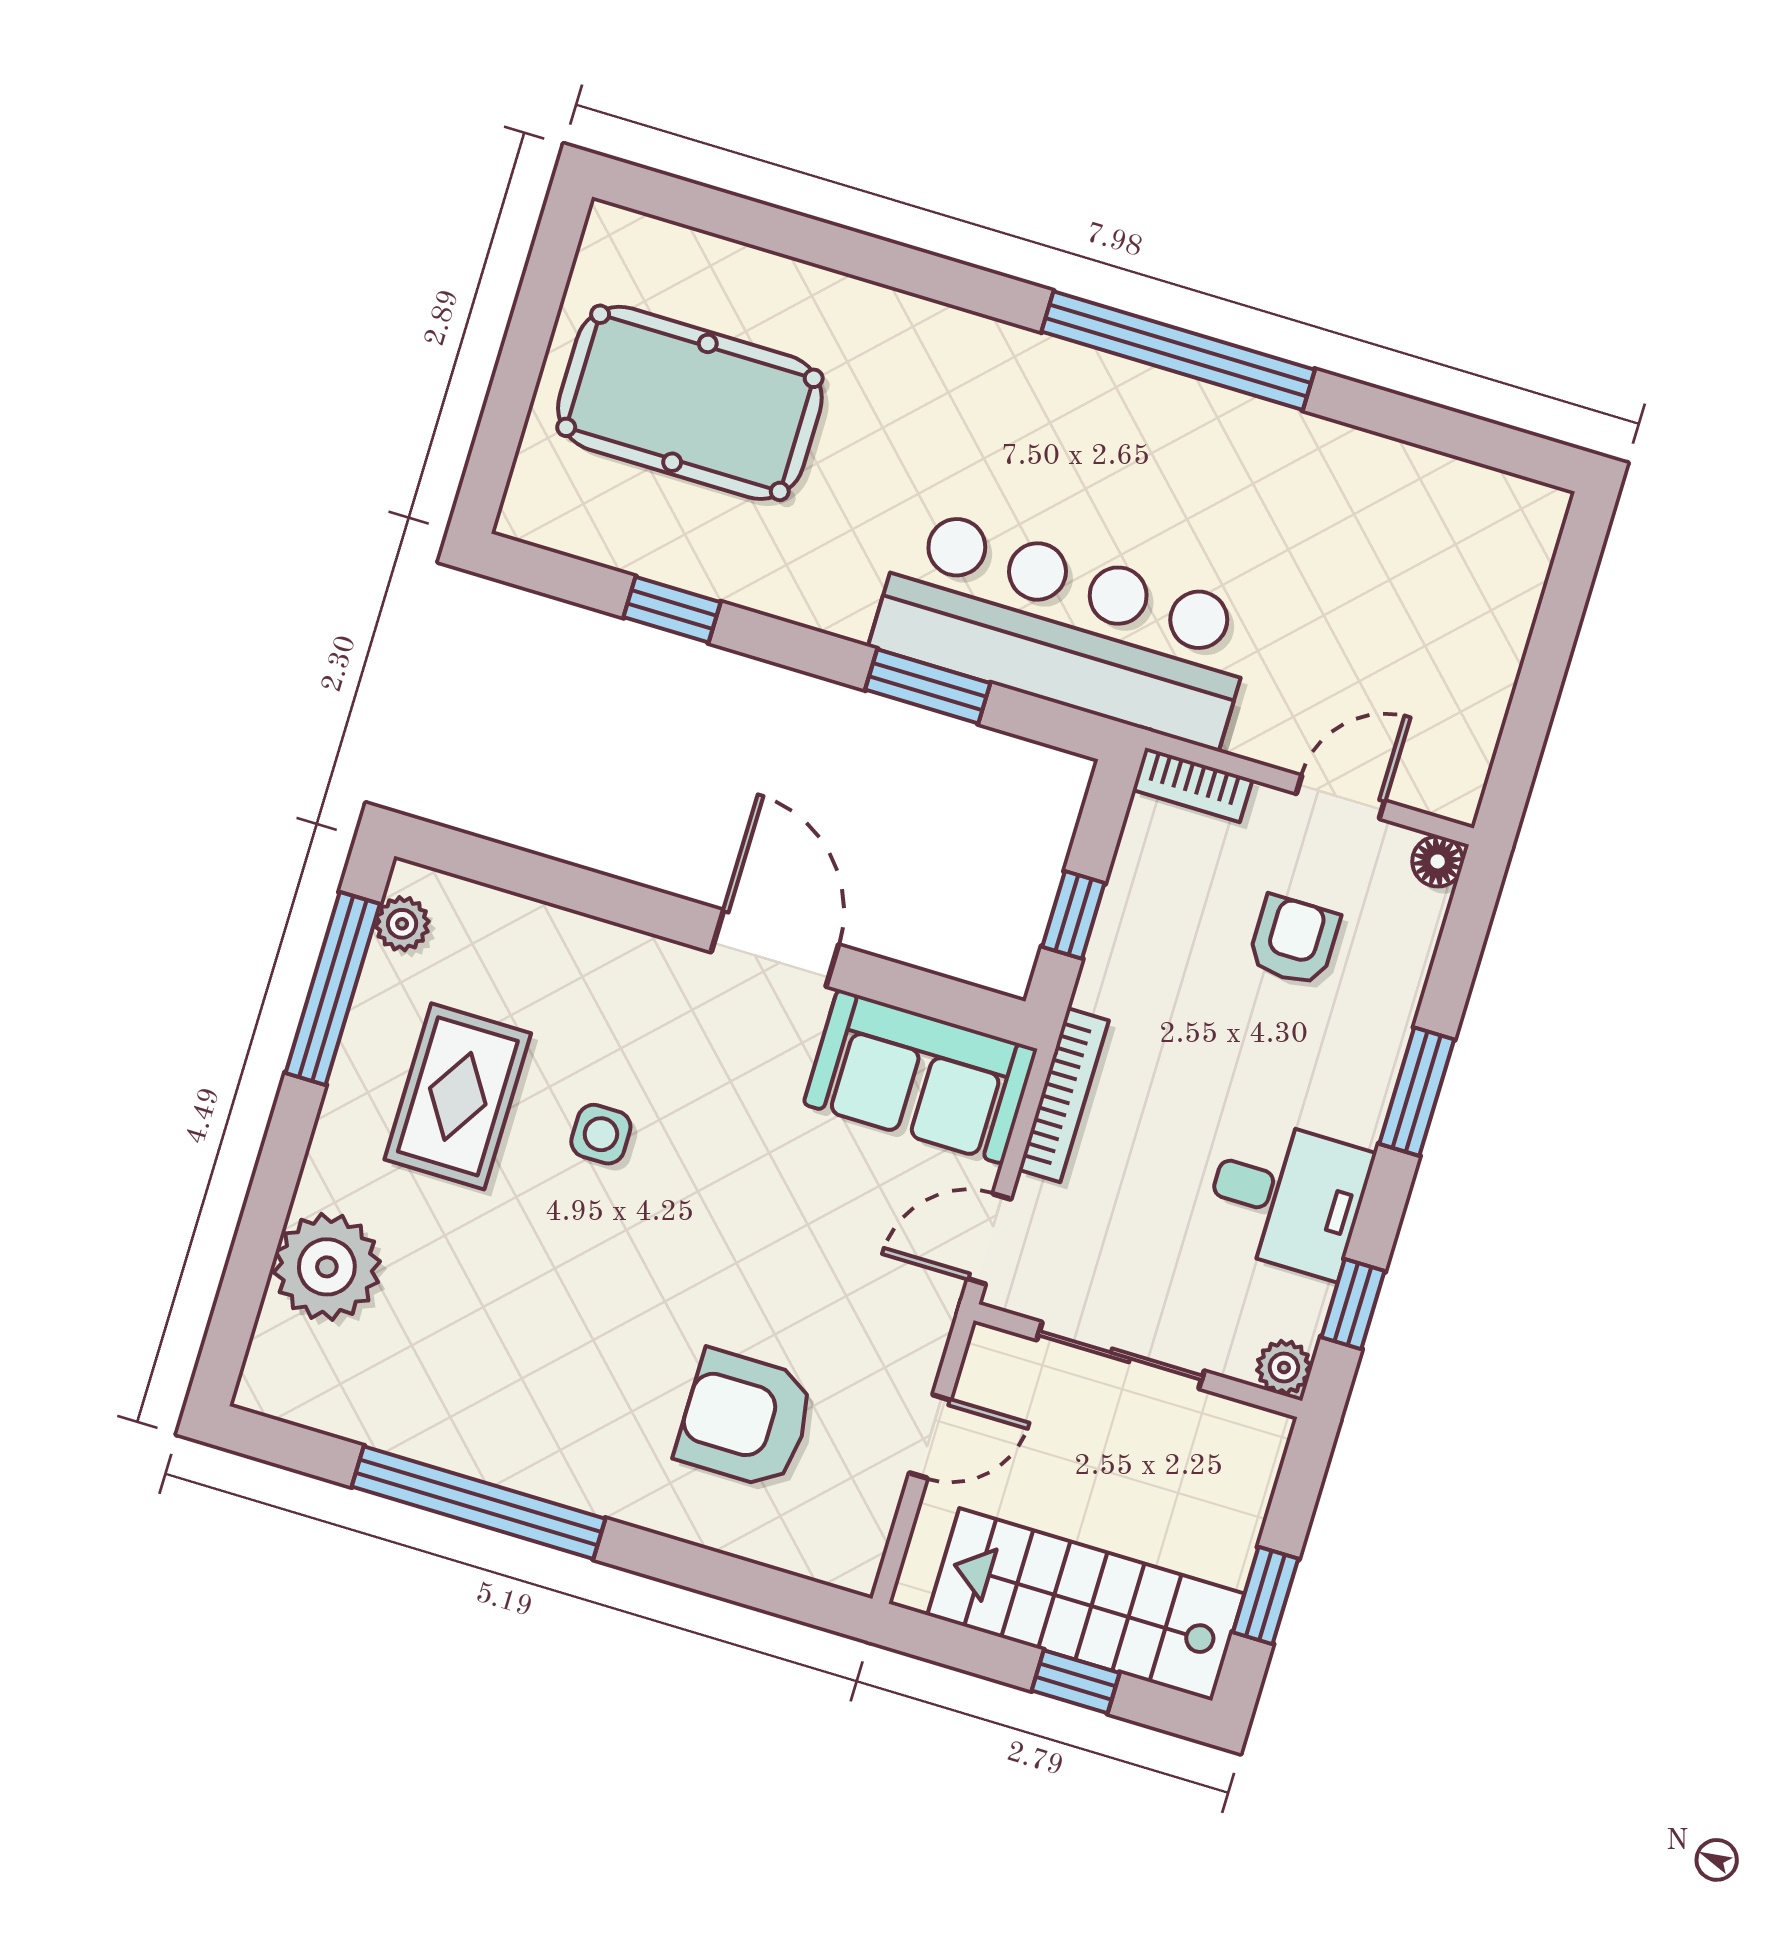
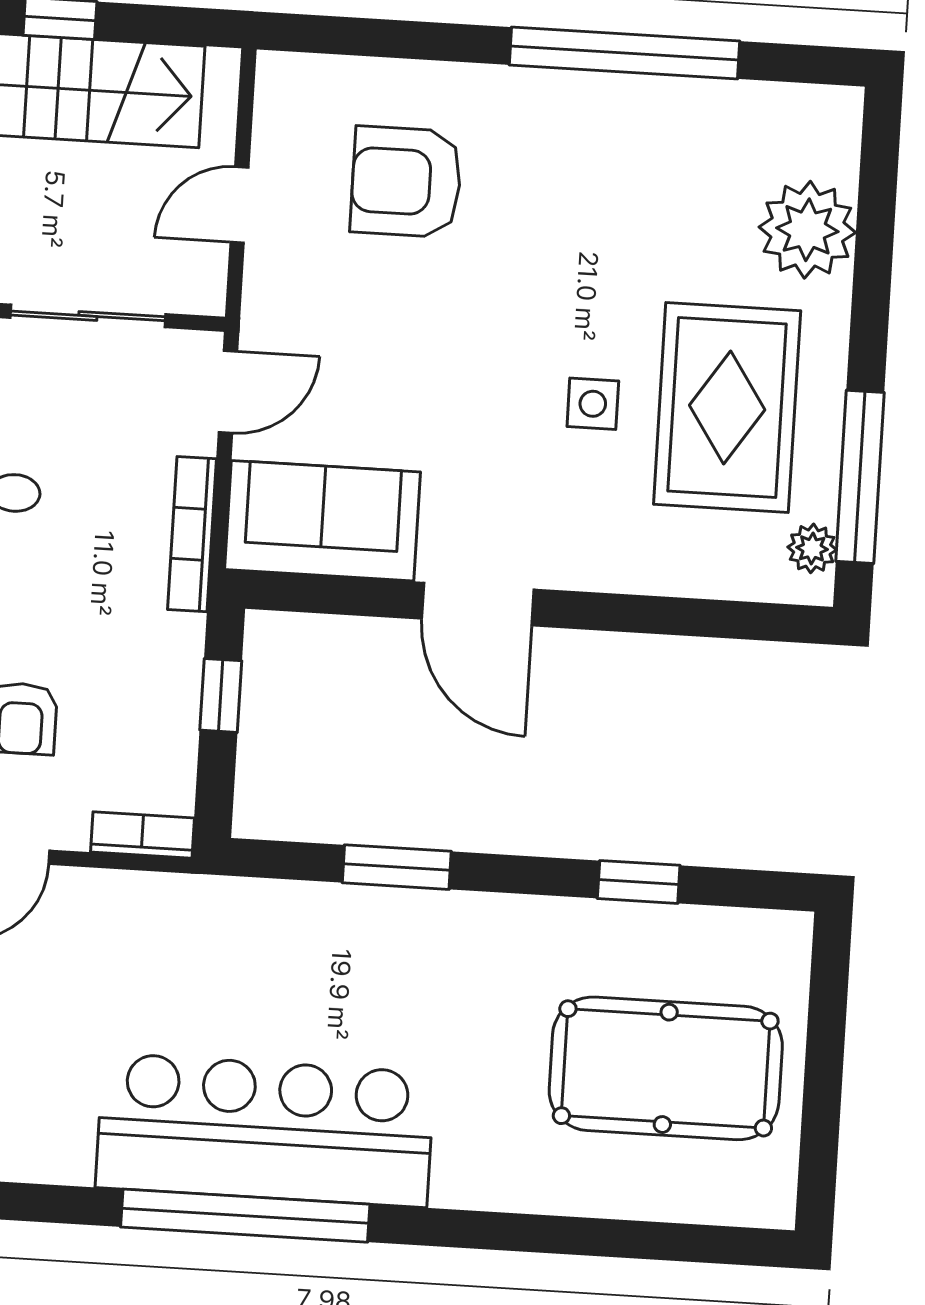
bar counter: (1065, 628) -> (265, 1130), moved, turned 180
rug: (458, 1096) -> (727, 408), width x1.36, depth x1.43
armchair: (745, 1419) -> (406, 182), turned 180

